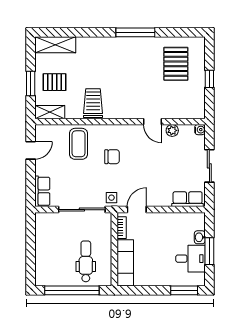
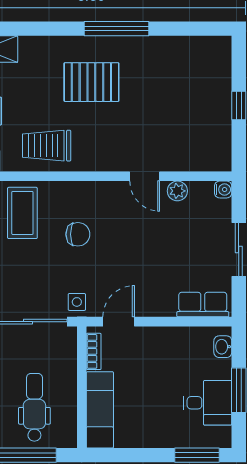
pallet: (176, 64) -> (91, 82), moved, turned 90
trolley: (93, 103) -> (47, 146), turned -90
washbasin: (200, 237) -> (223, 347), moved

